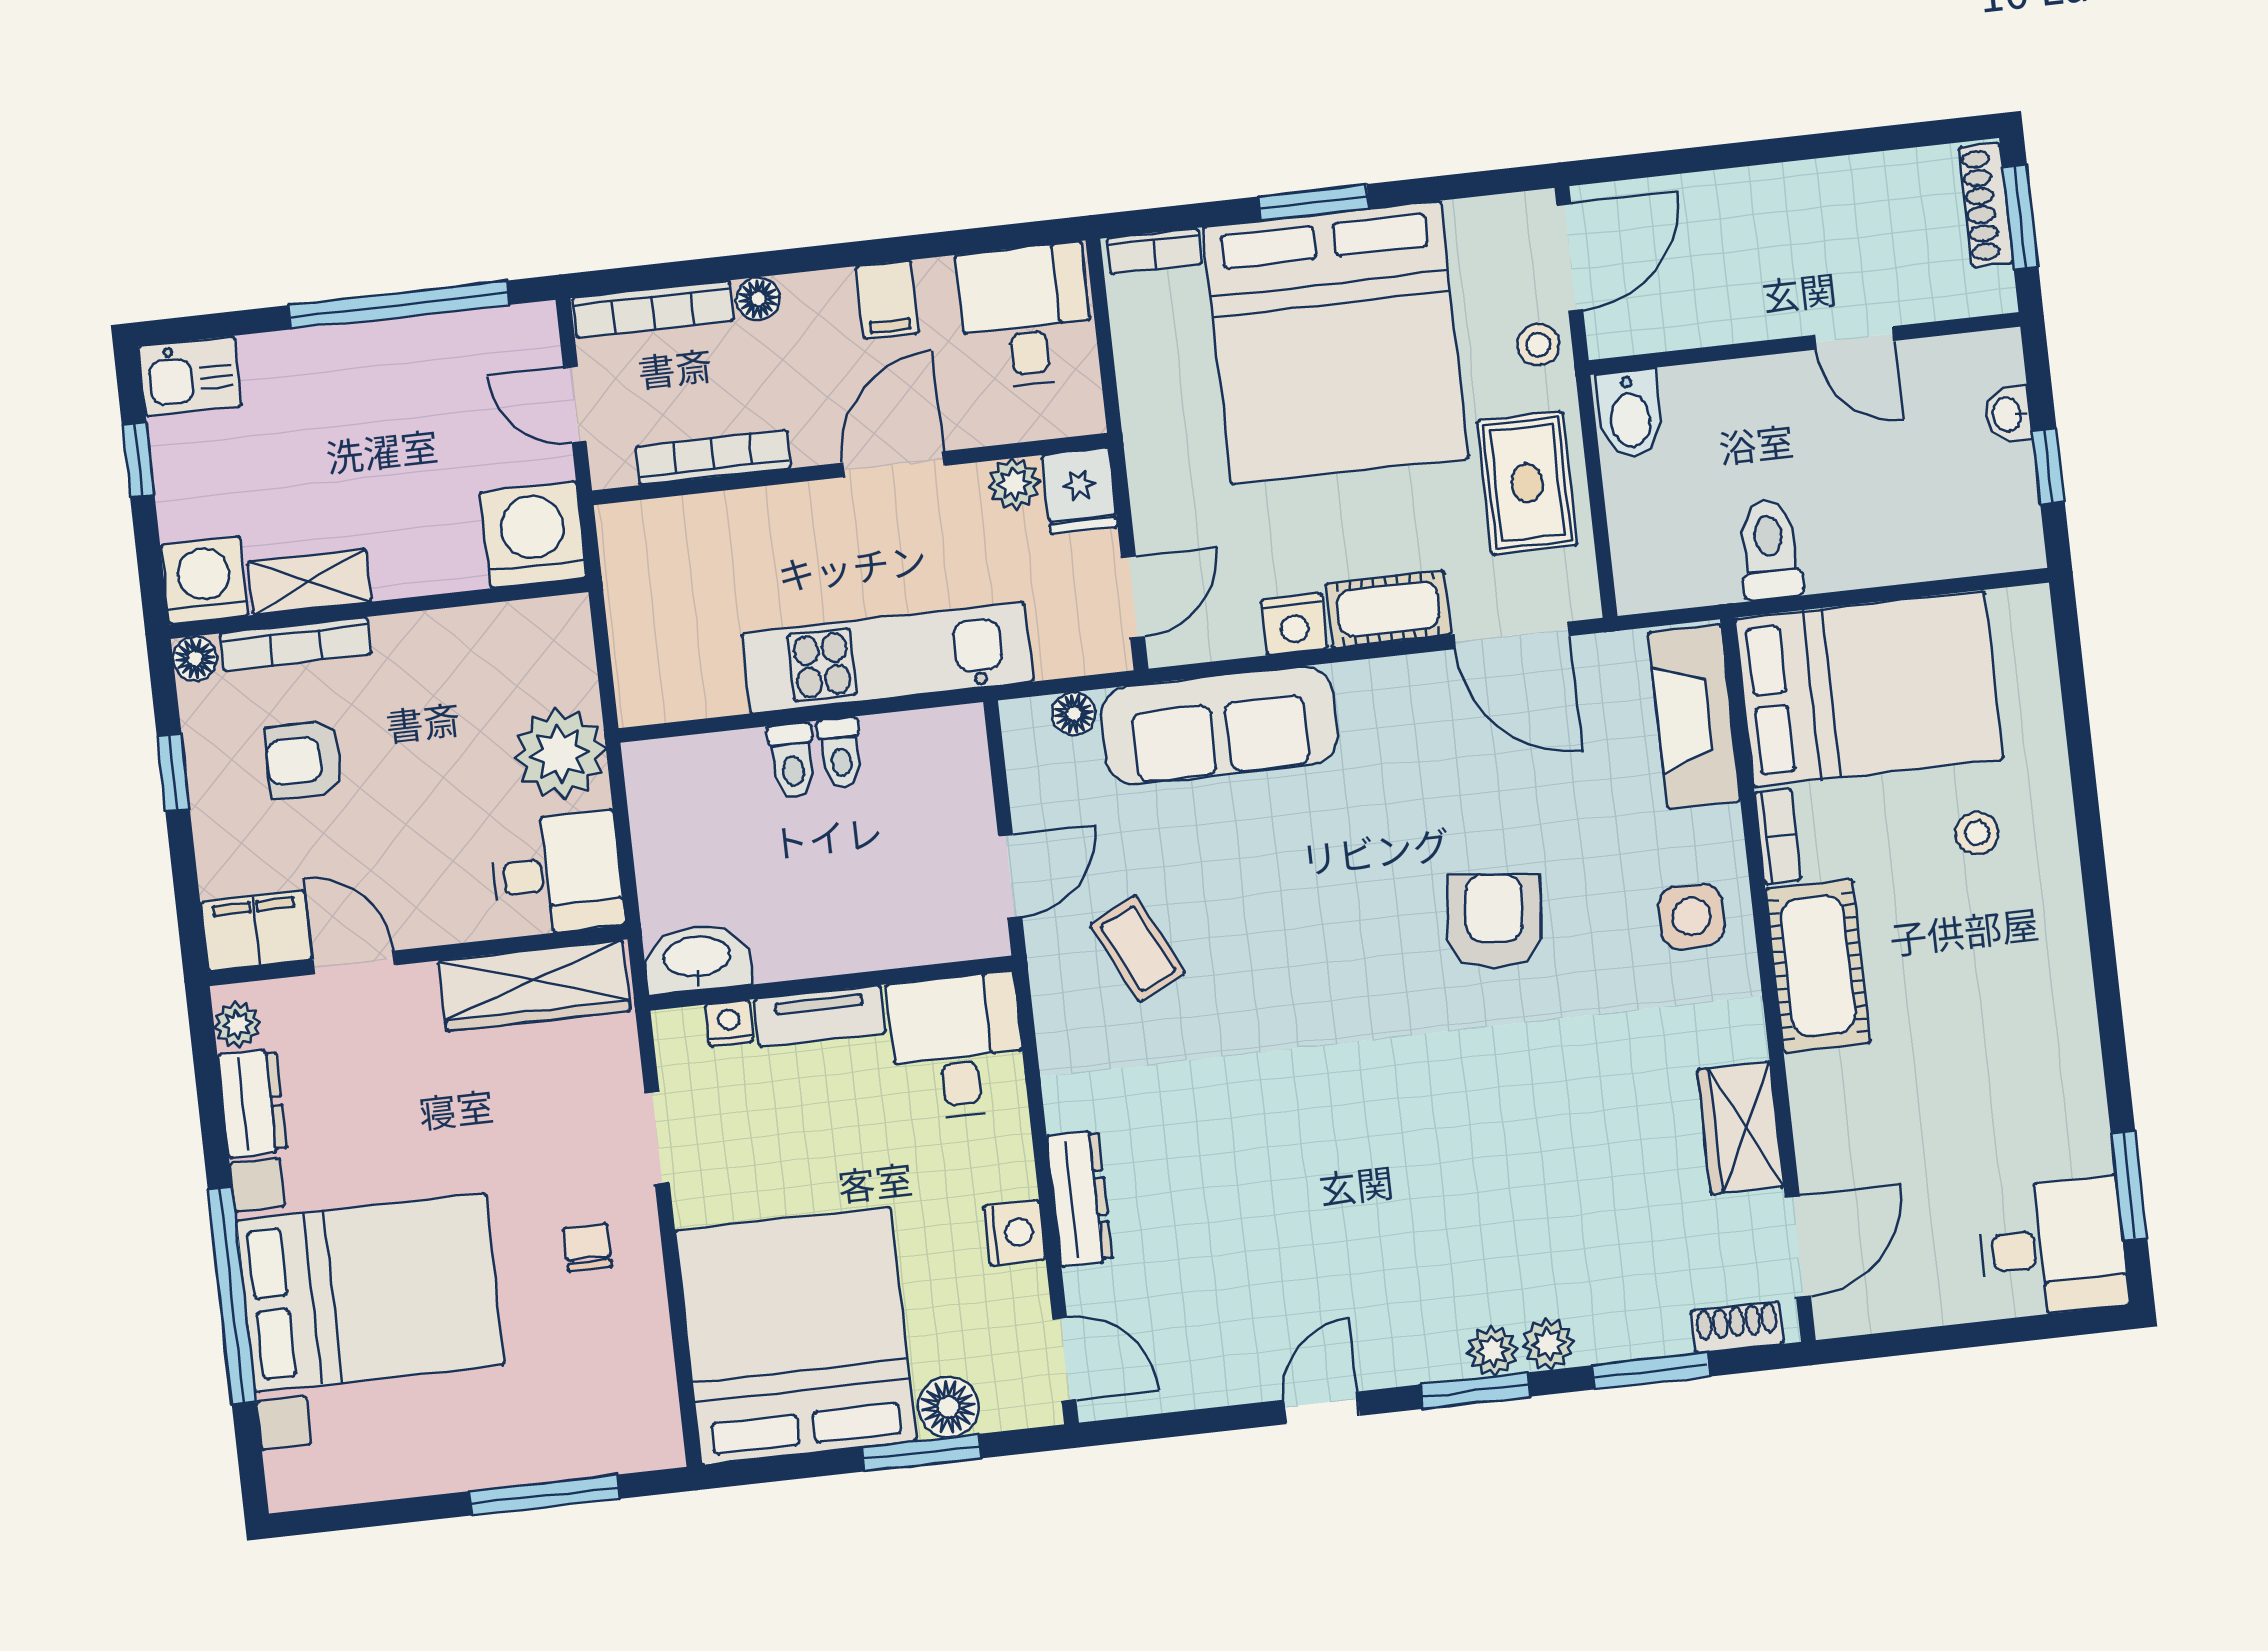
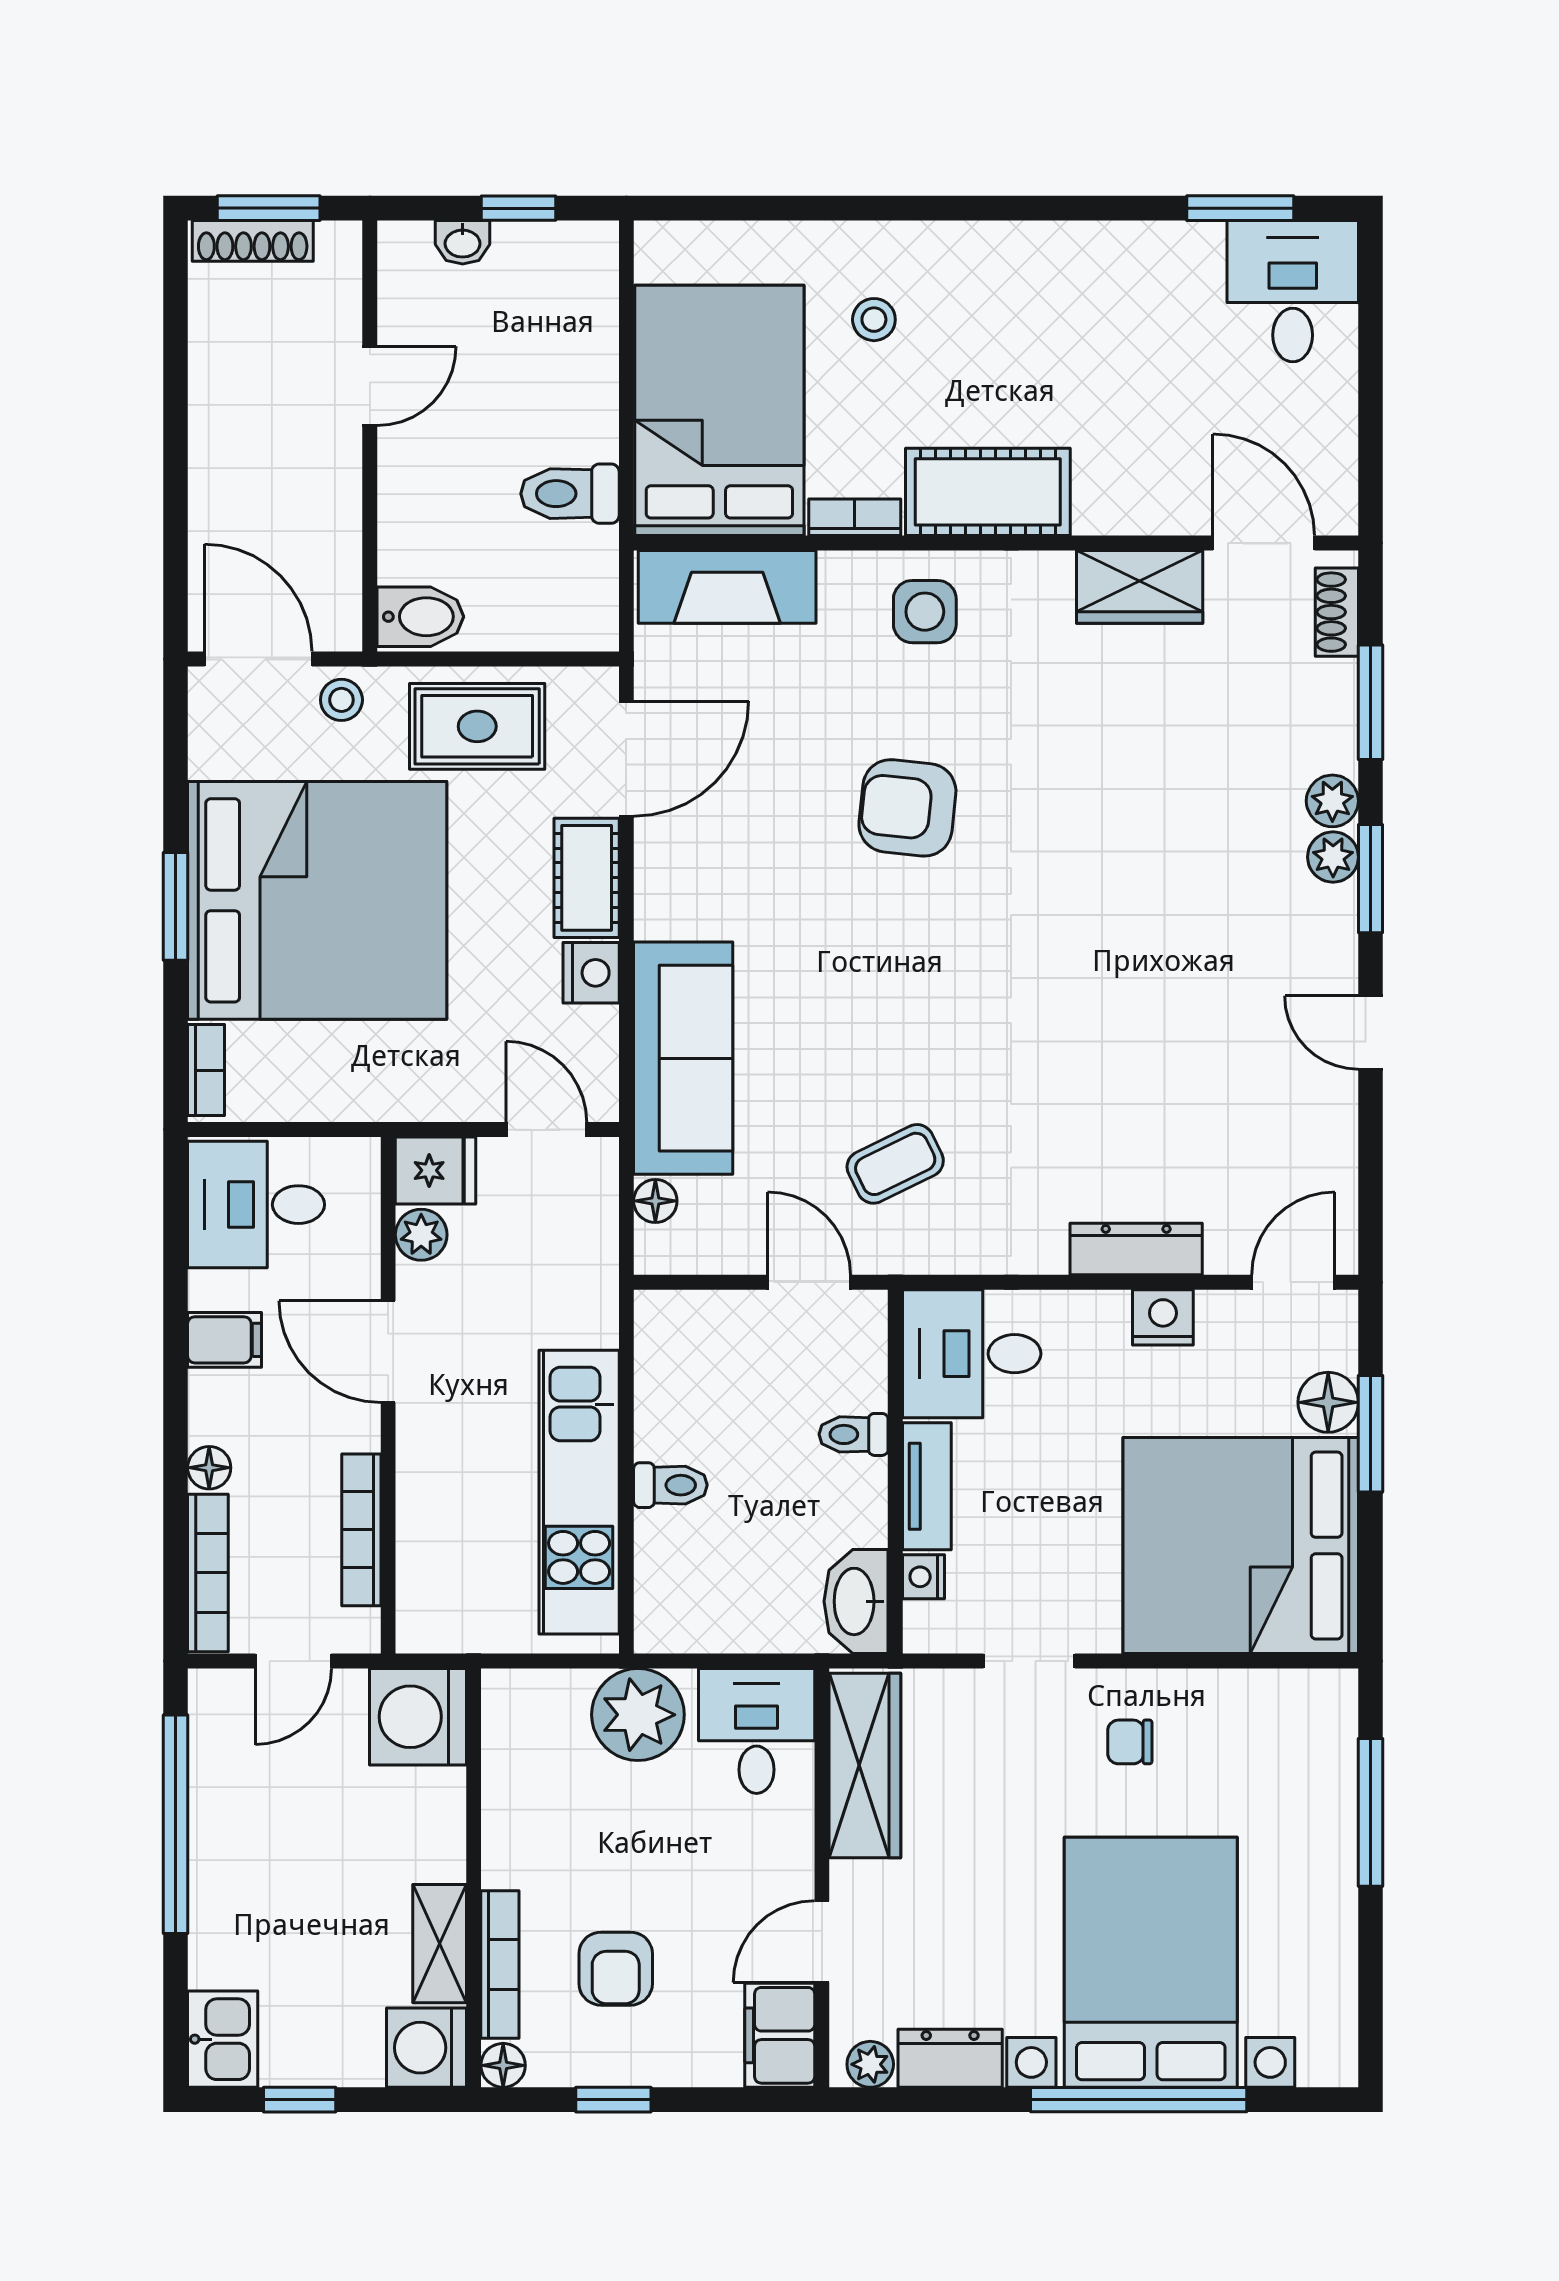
kitchen unit: (887, 658) -> (579, 1492), moved
toilet: (840, 753) -> (854, 1434), moved, turned 180

